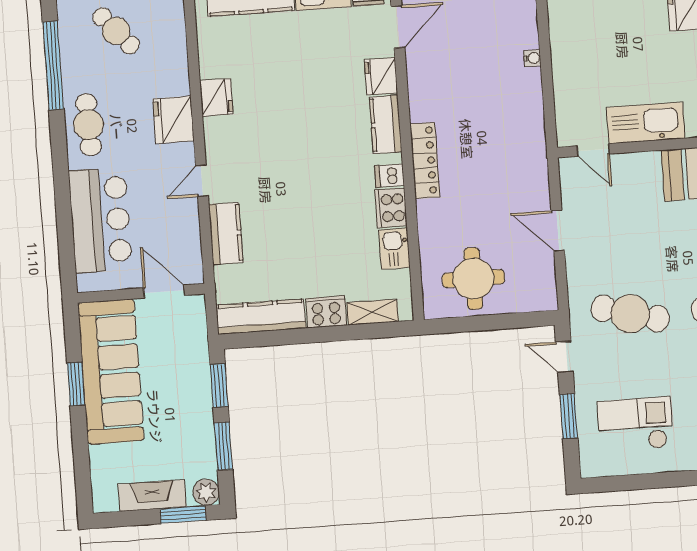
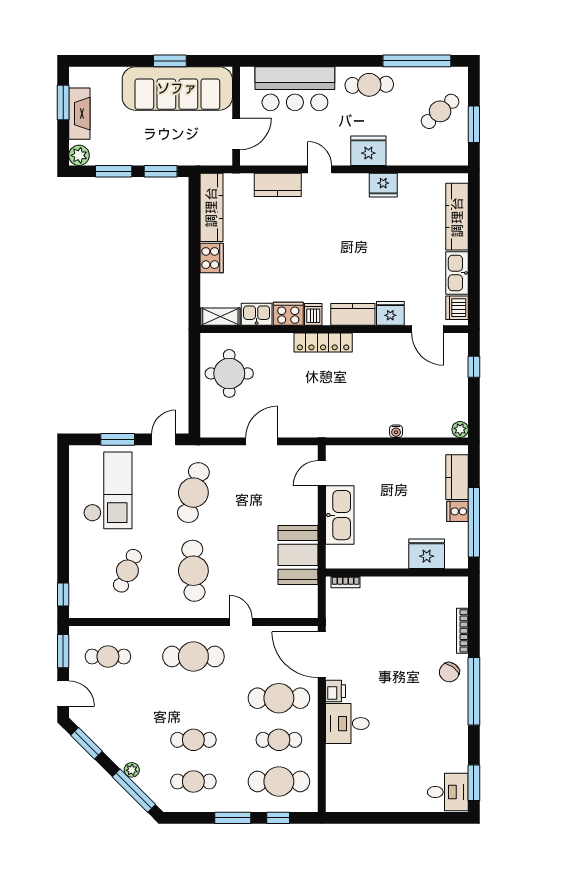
shelving: (373, 312) -> (220, 317), moved, turned 90
checkout: (635, 424) -> (108, 490), width x1.36, depth x1.21
window: (183, 514) -> (63, 103), moved

